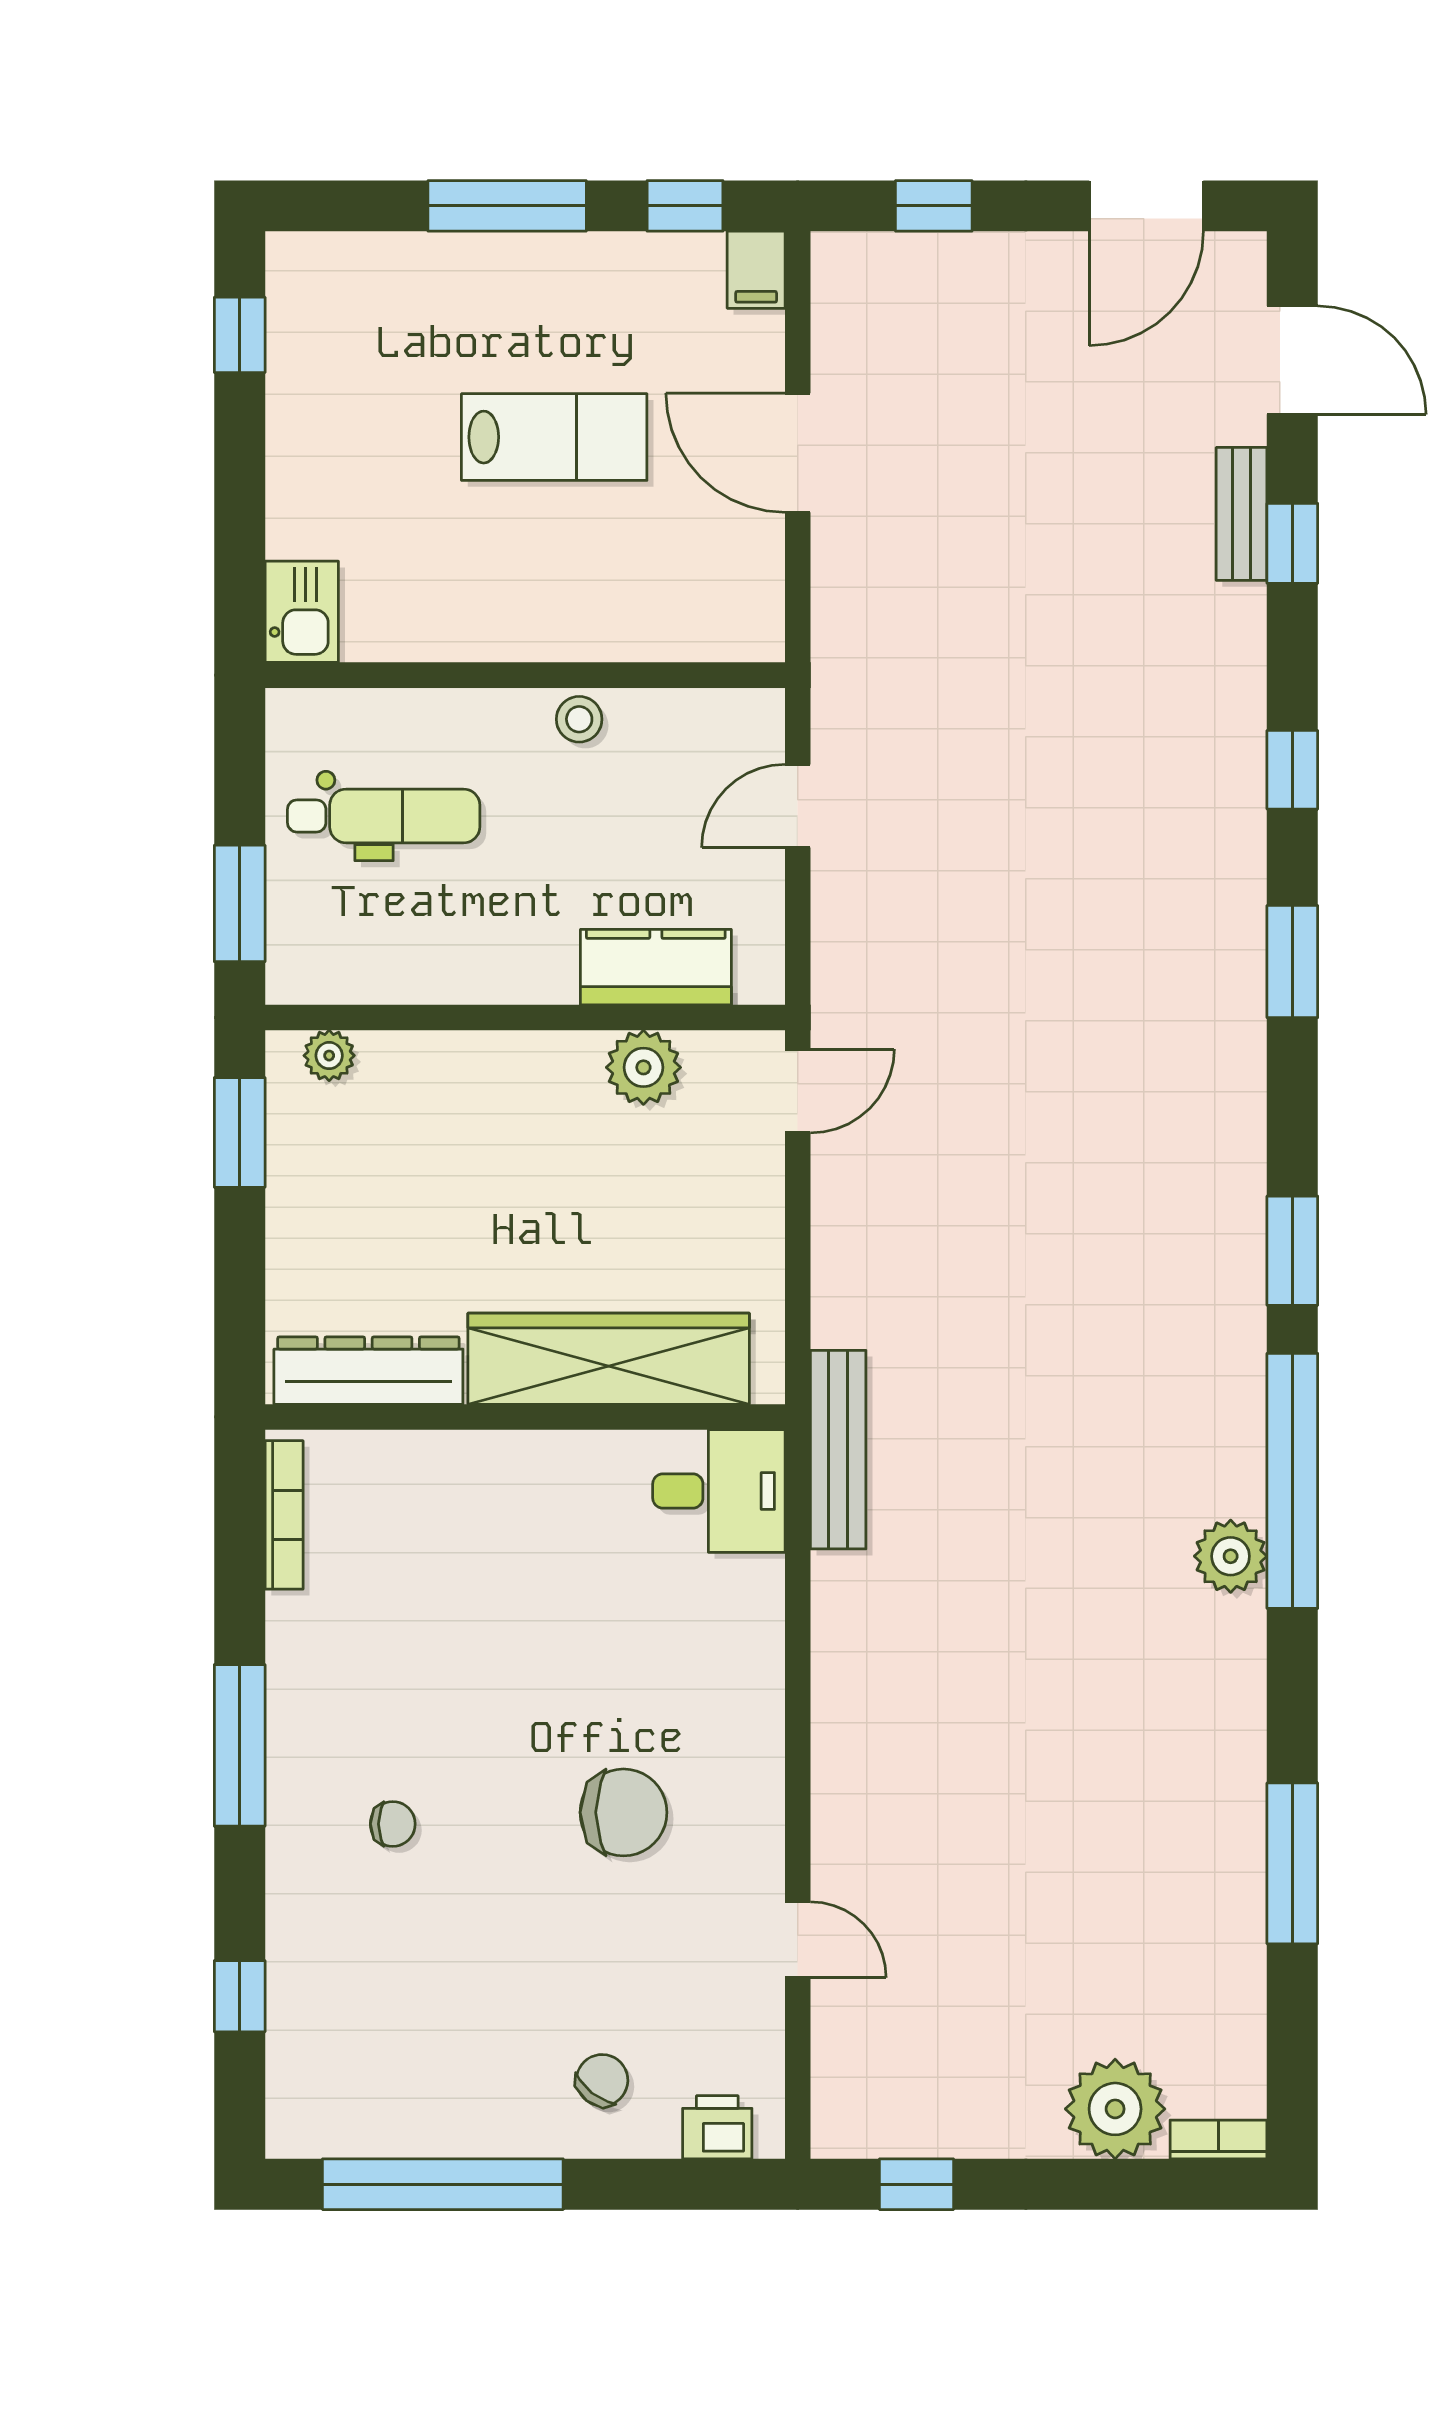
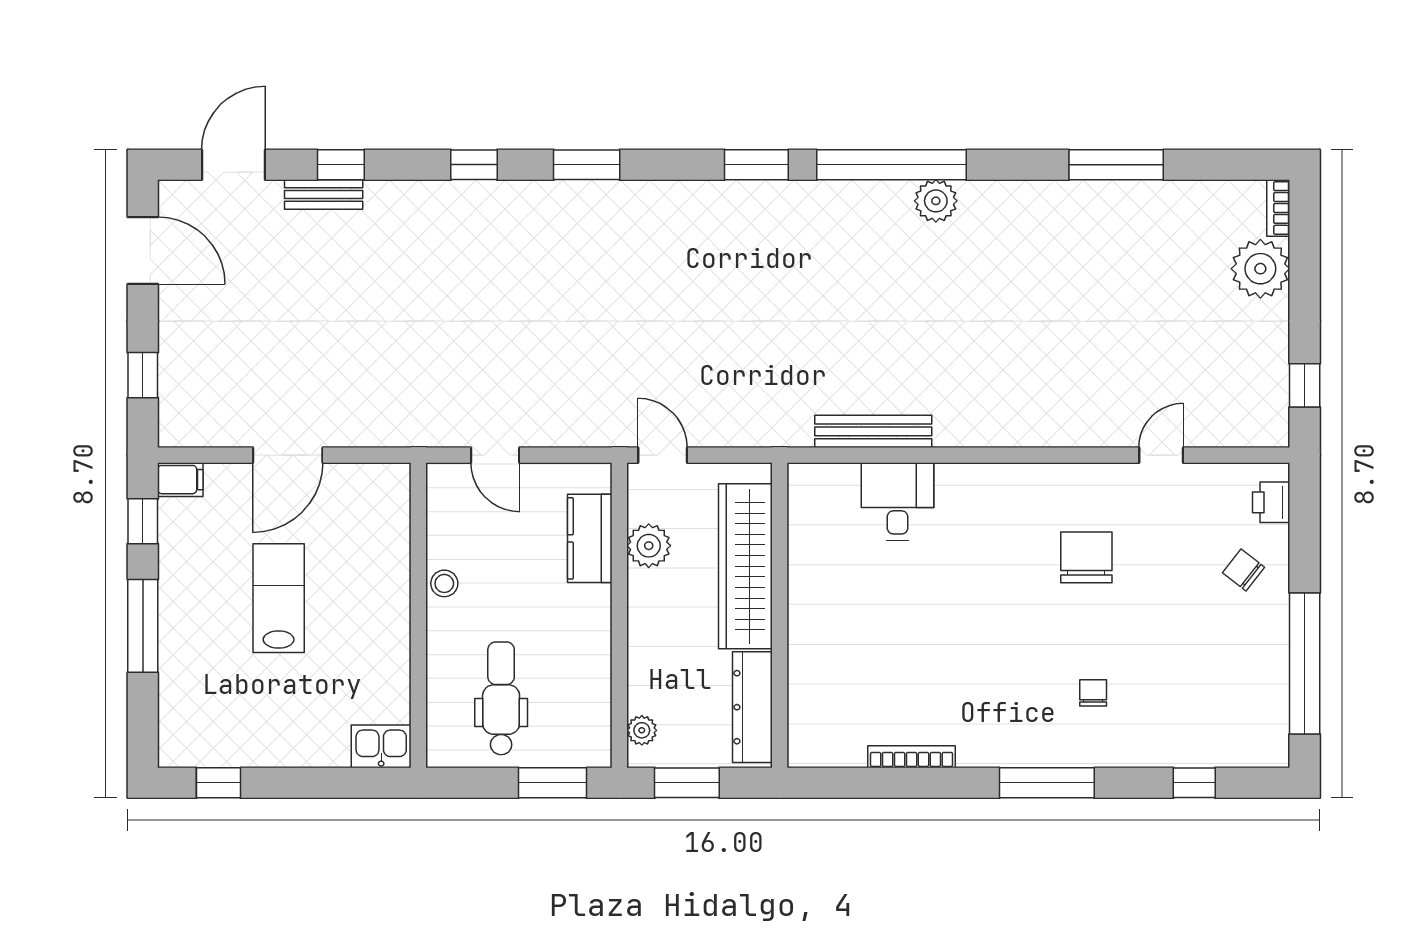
wardrobe: (609, 1359) -> (745, 566), moved
dresser: (368, 1371) -> (752, 707), moved
wall: (525, 1417) -> (780, 615), moved

